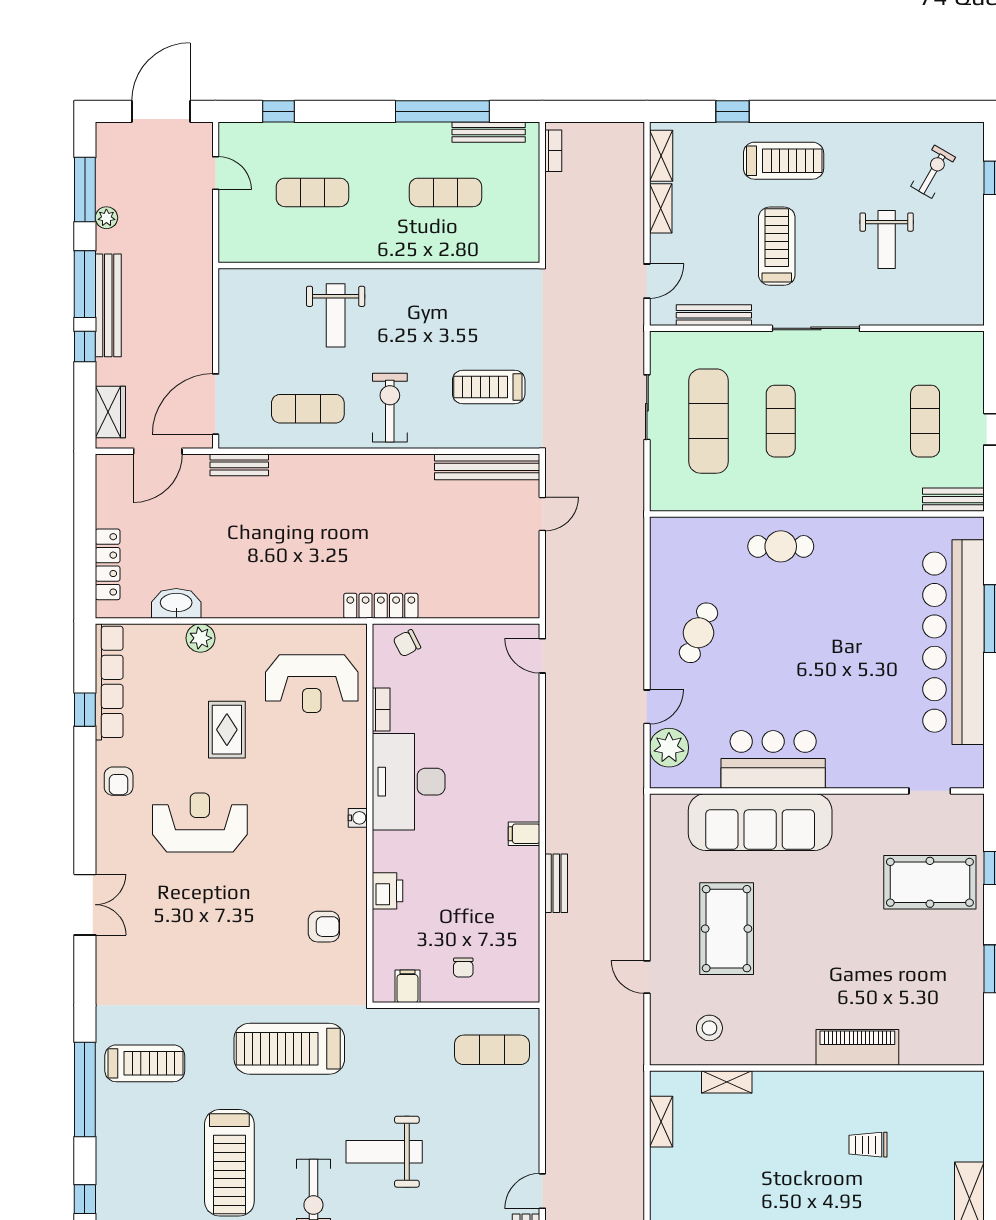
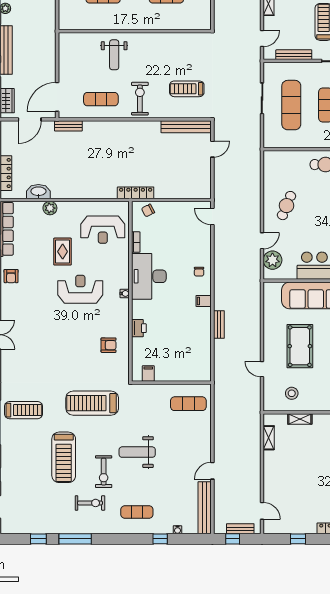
reception desk: (200, 822) -> (80, 289), moved
chair: (463, 967) -> (199, 272), moved

